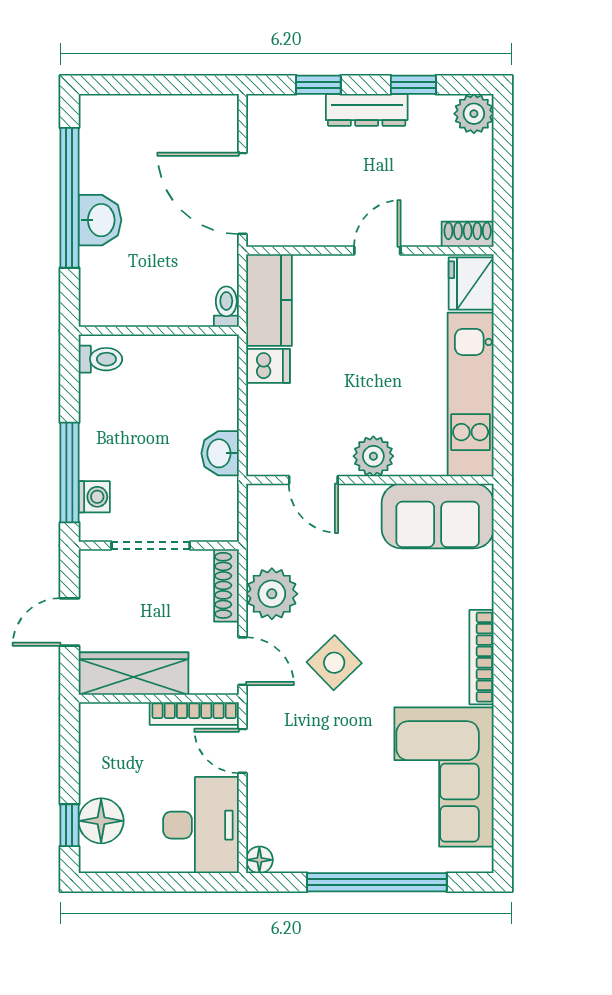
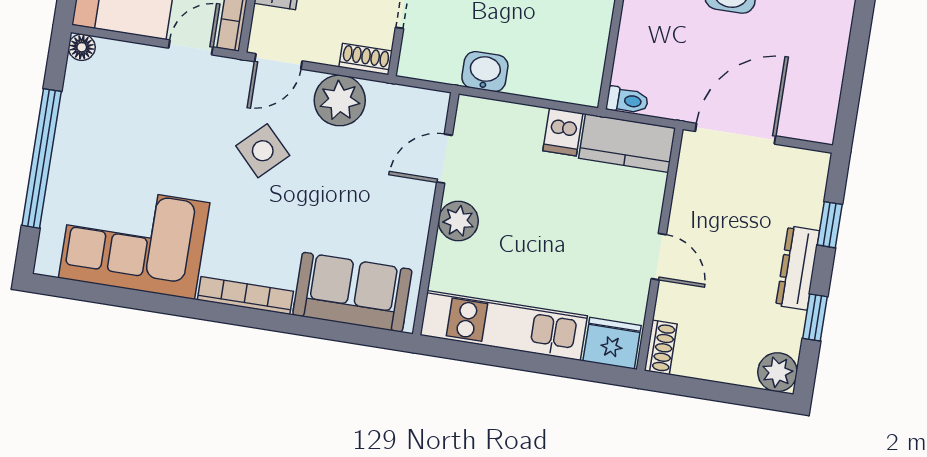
sofa: (438, 516) -> (352, 292), moved, turned 90
shoe rack: (226, 585) -> (366, 59), width x0.70

